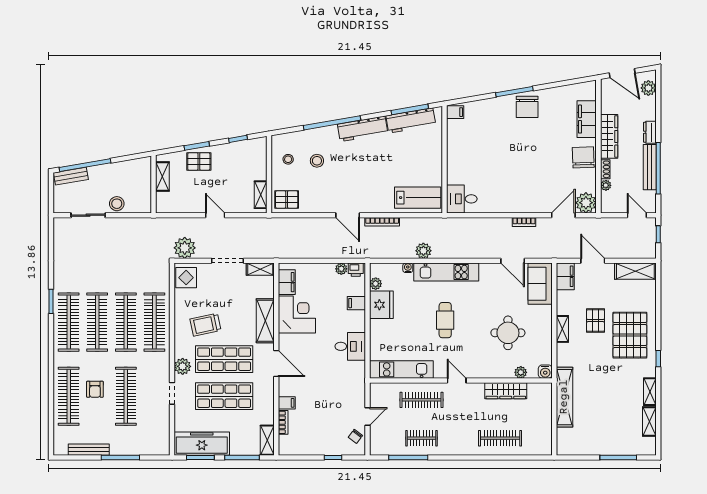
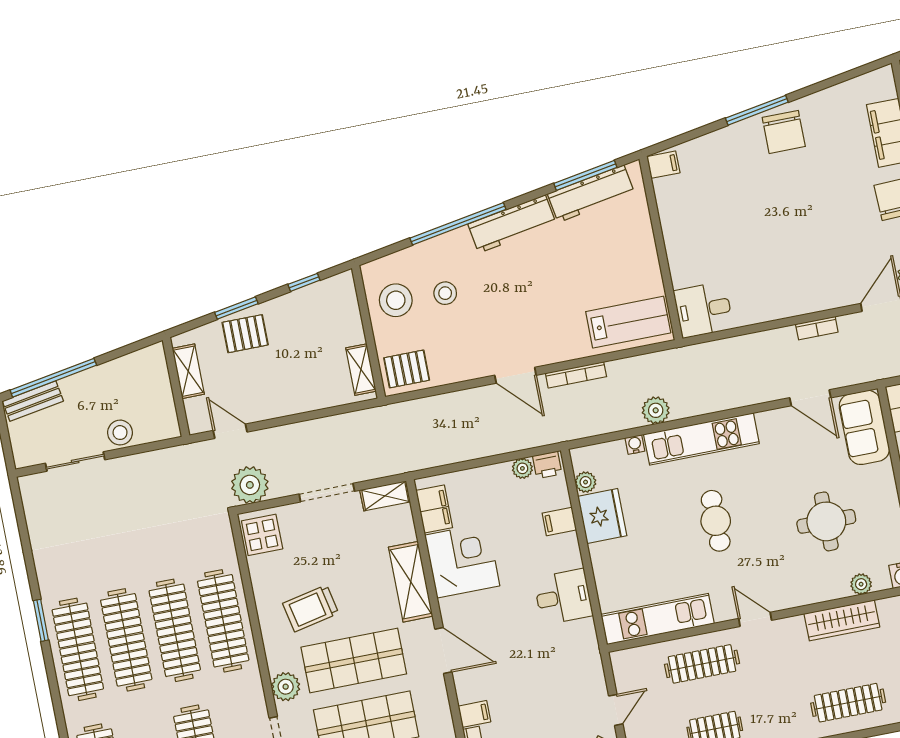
stool: (288, 159) -> (396, 300), width x1.89, depth x1.89
door: (215, 215) -> (230, 431), moved

